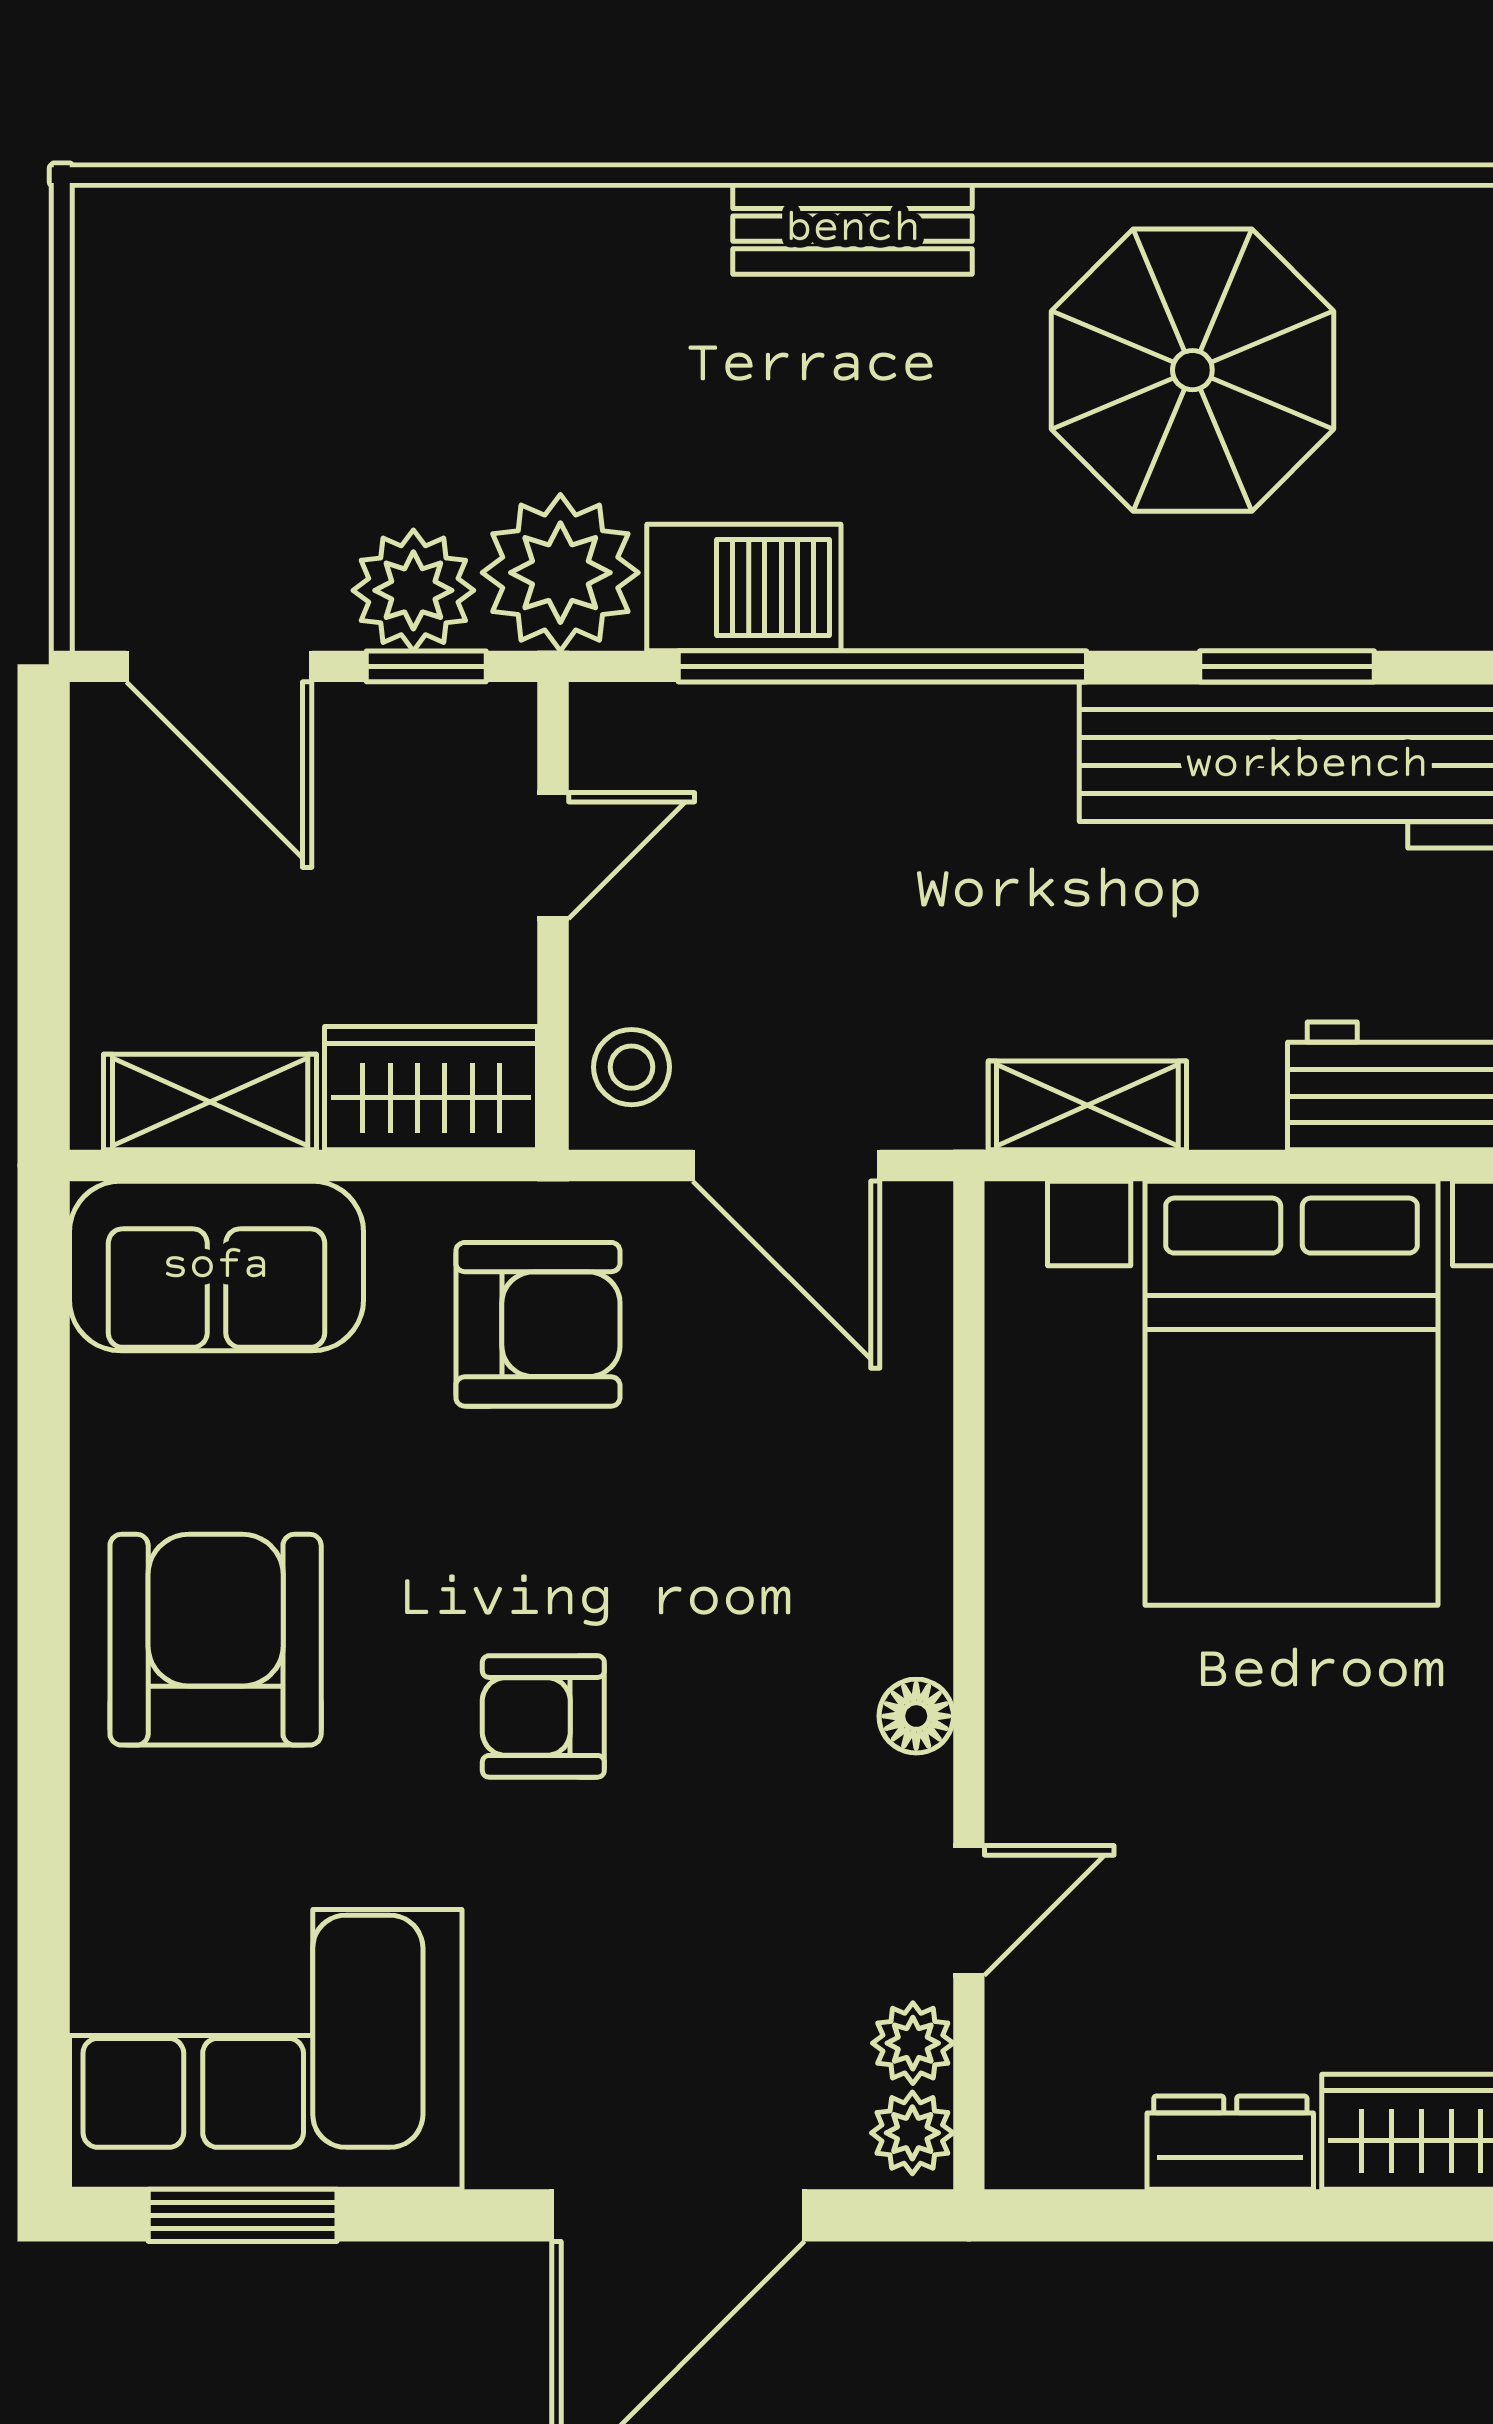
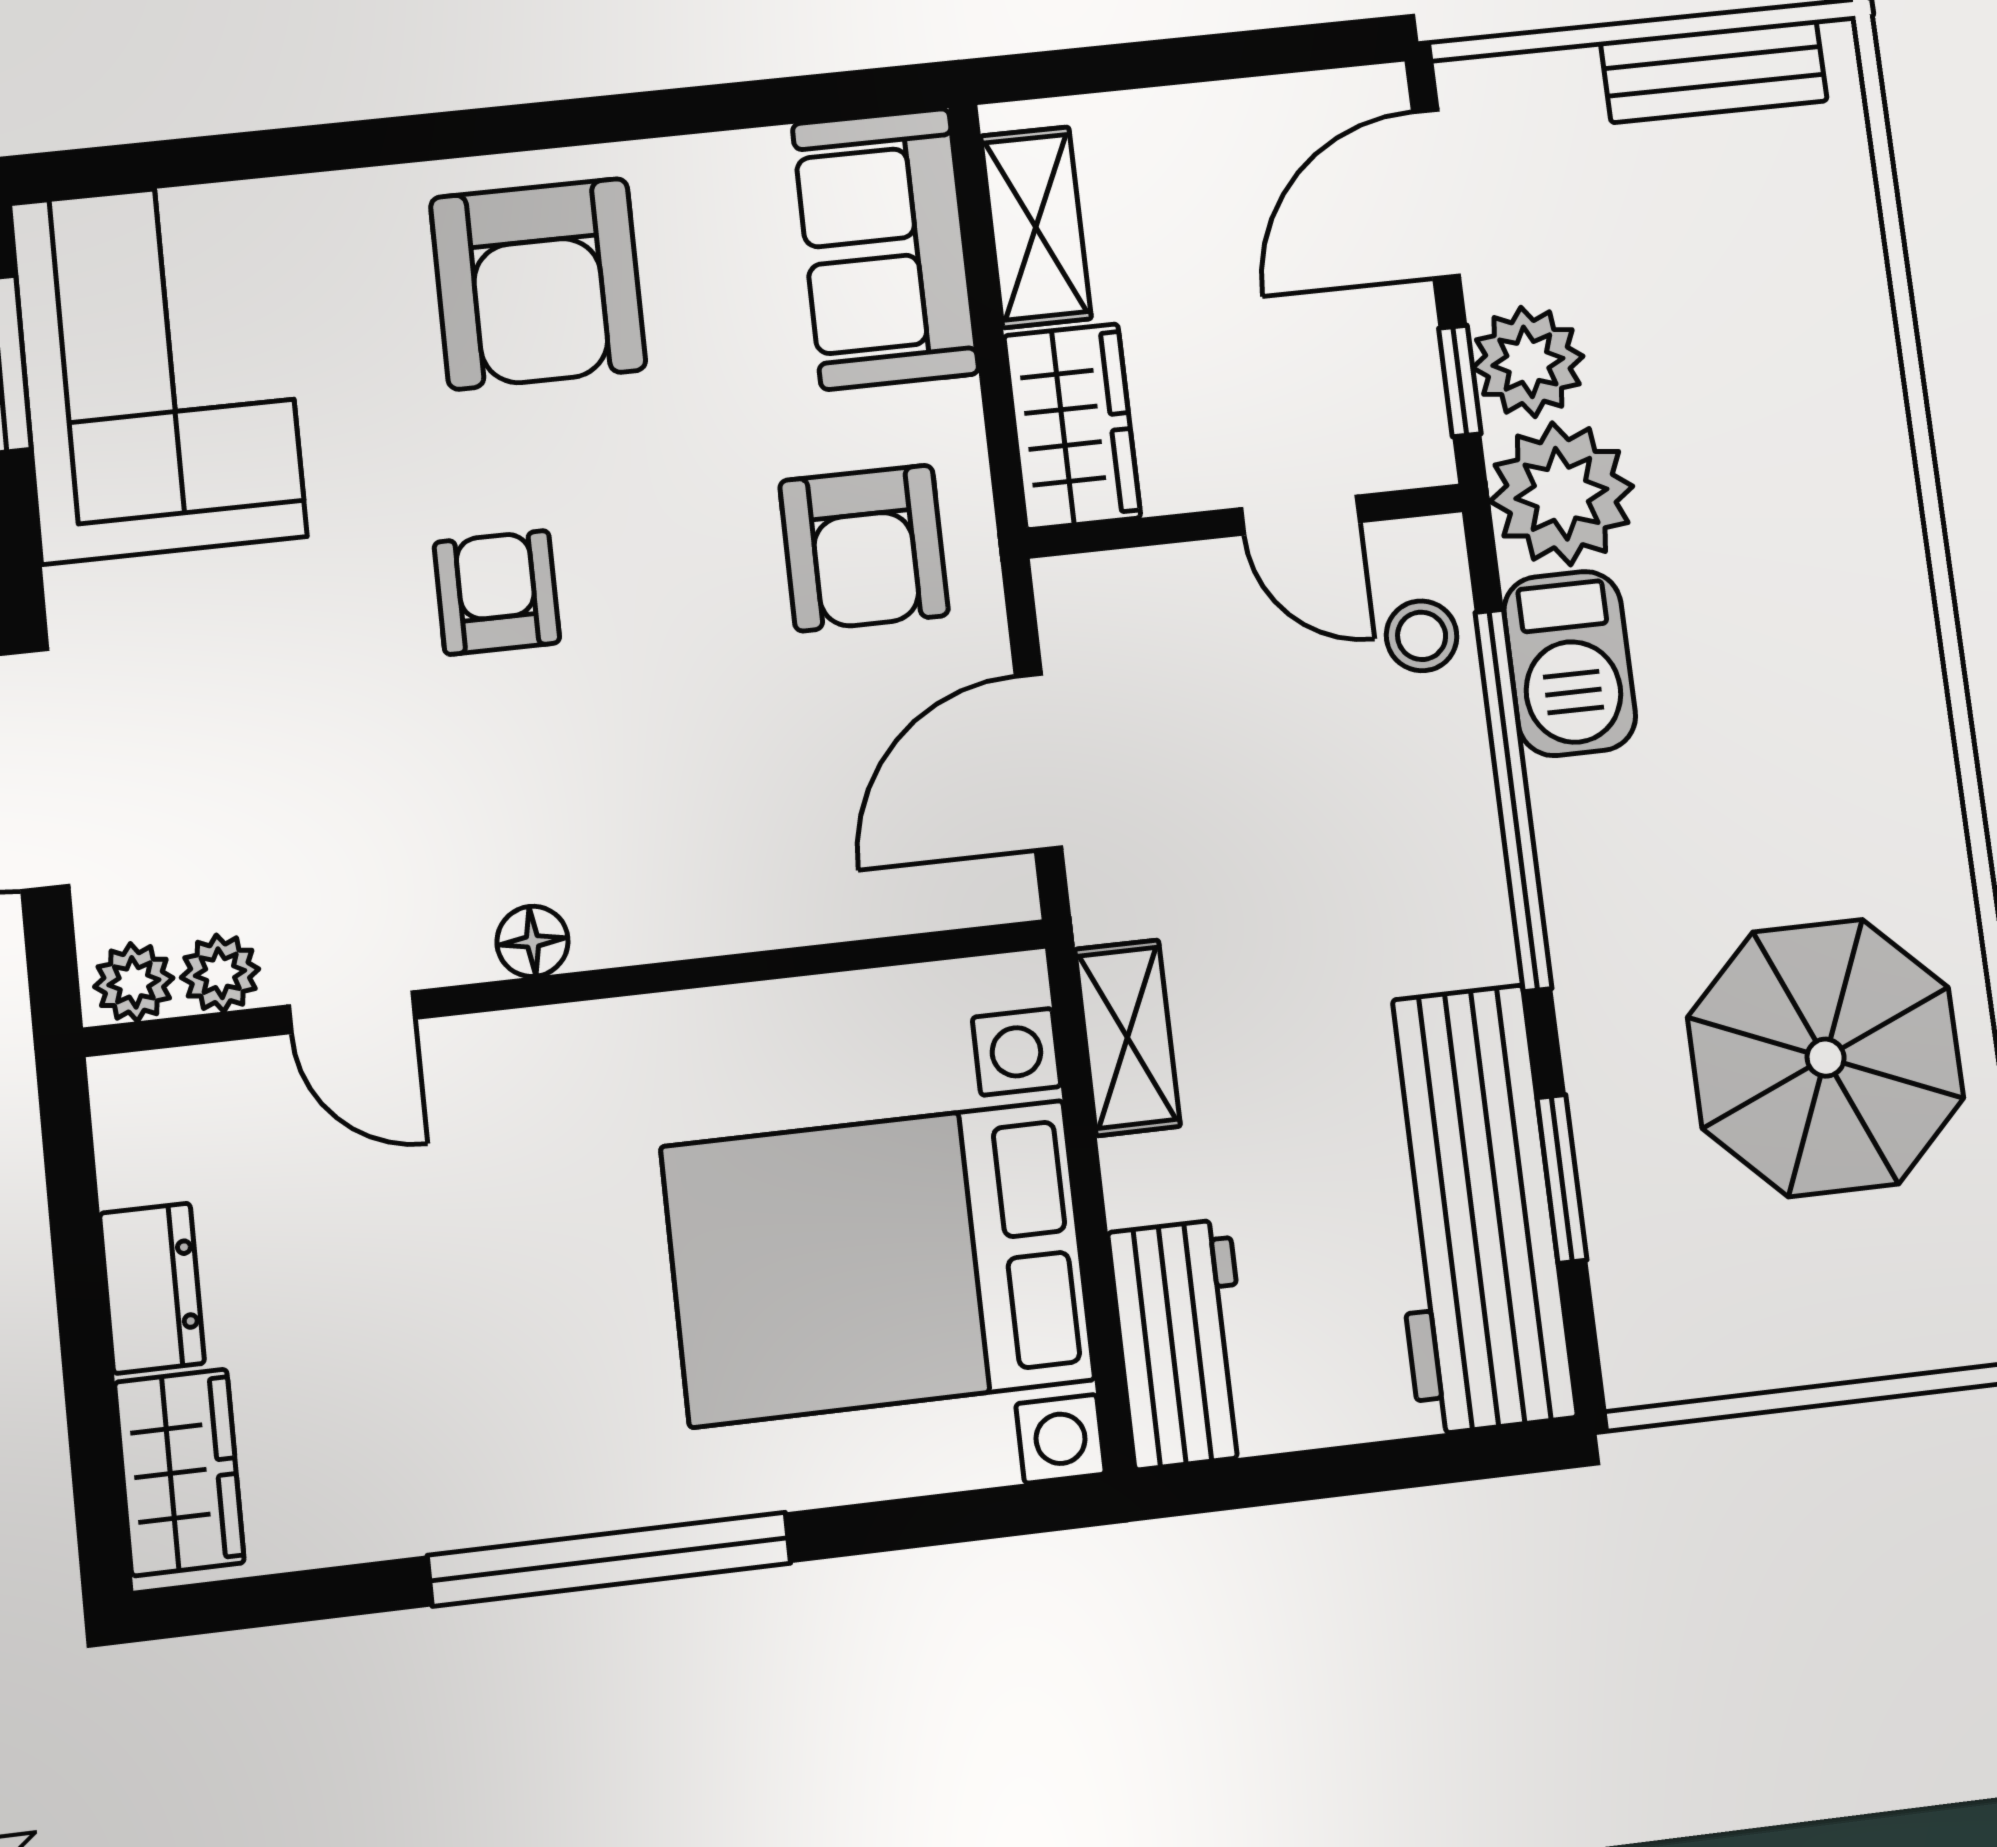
bench: (853, 229) -> (1714, 71), moved, turned 90
stool: (632, 1067) -> (1422, 636), moved
armchair: (216, 1640) -> (538, 284), turned 90

